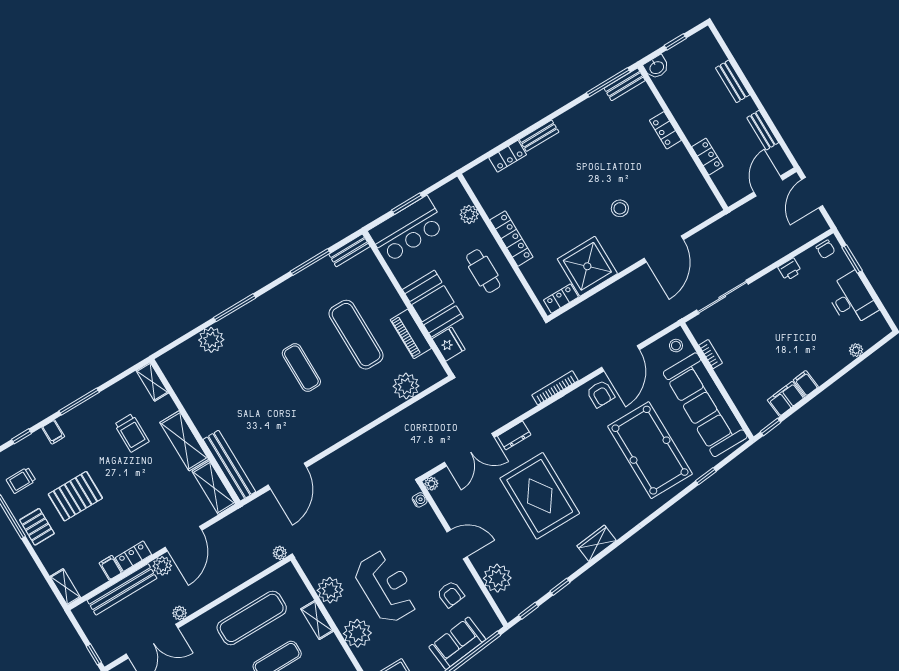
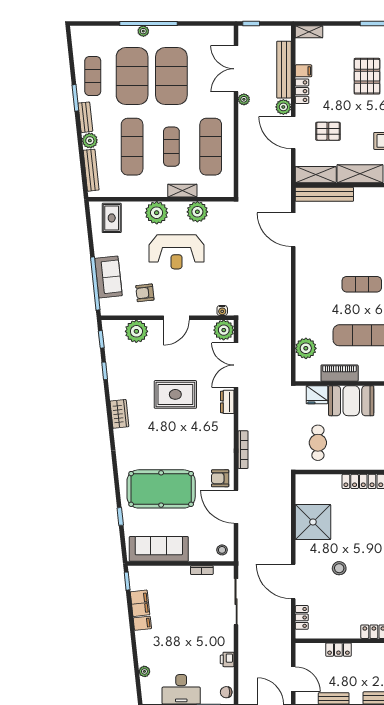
cafe table: (483, 271) -> (318, 443), moved, turned 90
locker: (561, 299) -> (302, 617), moved
sofa: (705, 405) -> (159, 549), width x0.74, depth x0.79
plant: (431, 484) -> (224, 330), width x1.87, depth x1.87
rug: (540, 496) -> (175, 394), width x0.73, depth x0.69
pallet: (37, 527) -> (328, 131), moved
plant: (280, 553) -> (244, 193), removed

